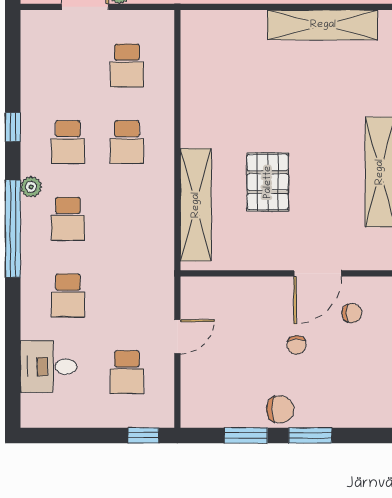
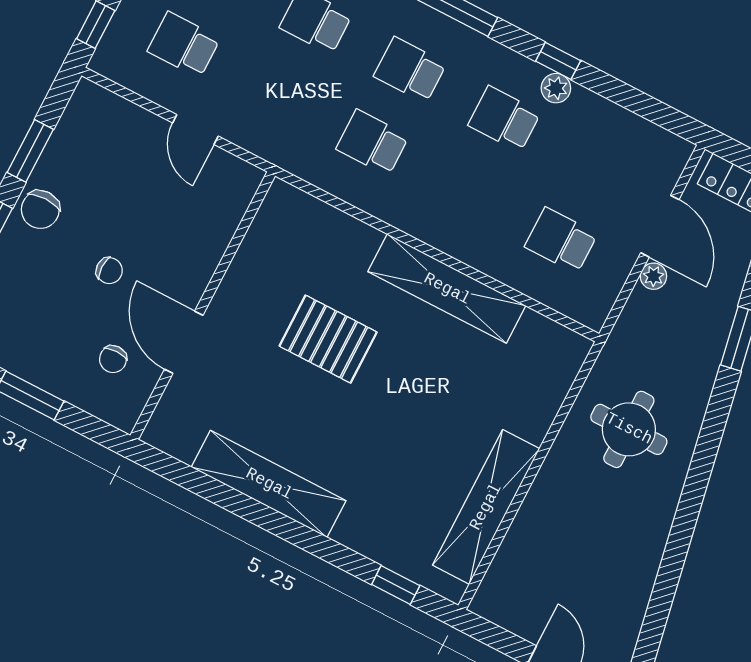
school desk: (127, 142) -> (372, 143), moved
plant: (31, 187) -> (556, 88), moved
shelving: (196, 205) -> (447, 289), moved
chair: (296, 345) -> (109, 271), turned 180

